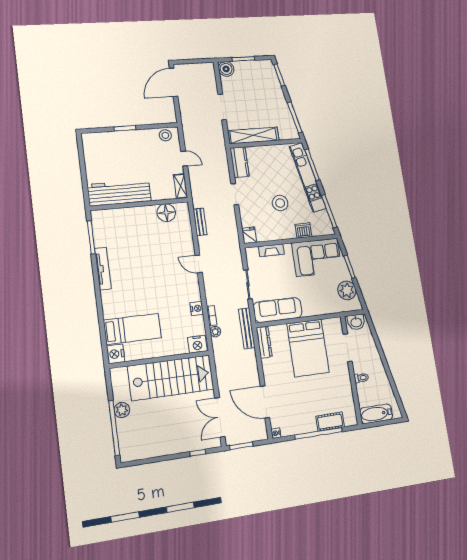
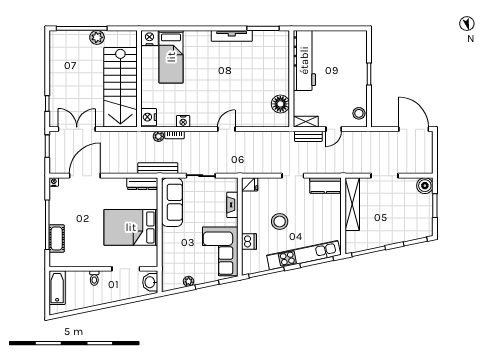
bench: (200, 222) -> (308, 136), moved
plant: (347, 290) -> (189, 281), width x0.53, depth x0.53

